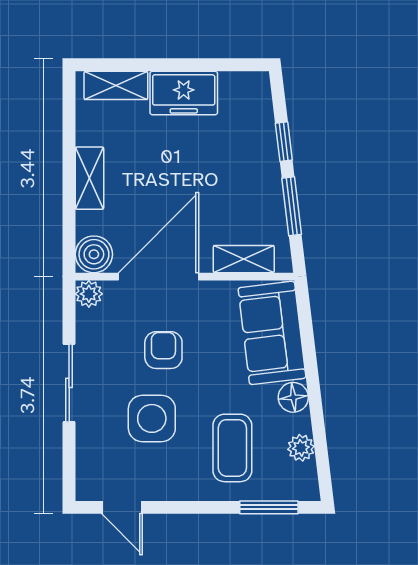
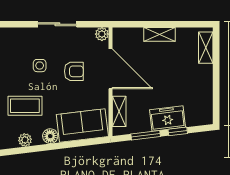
freezer: (184, 93) -> (168, 118), moved, turned 83
boiler: (94, 254) -> (122, 37), removed
side table: (152, 418) -> (40, 66), width x0.54, depth x0.54

